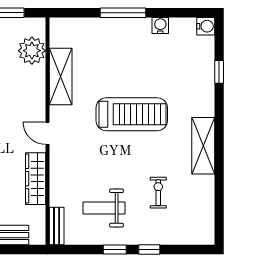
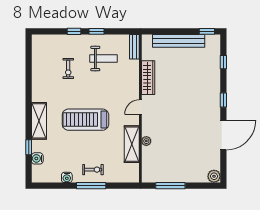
water cooler: (206, 26) -> (37, 158), moved
exercise bike: (120, 37) -> (93, 170), added
plant: (32, 51) -> (146, 141), moved, width x0.53, depth x0.53
door: (47, 133) -> (140, 107), swing flipped
shelving: (203, 146) -> (39, 121), moved

